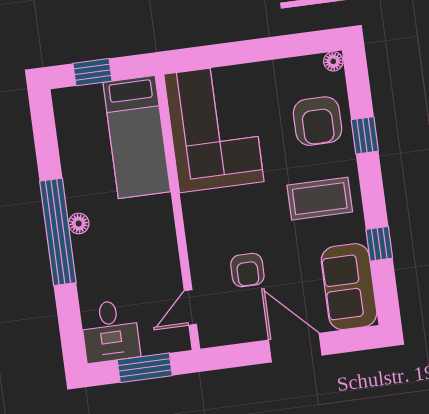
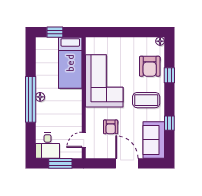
corner sofa: (214, 128) -> (104, 81), moved

